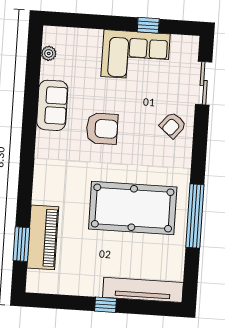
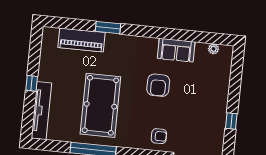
corner sofa: (135, 55) -> (210, 111), removed
armchair: (173, 125) -> (159, 136), turned 140
window: (21, 244) -> (108, 28), moved

